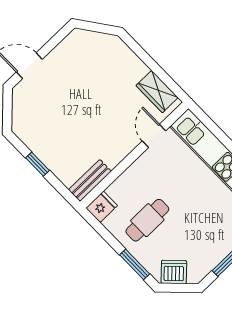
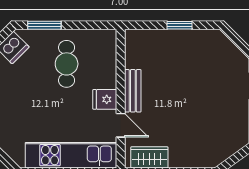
bench: (90, 181) -> (133, 91), moved
fridge: (102, 207) -> (105, 99), moved, turned 90

